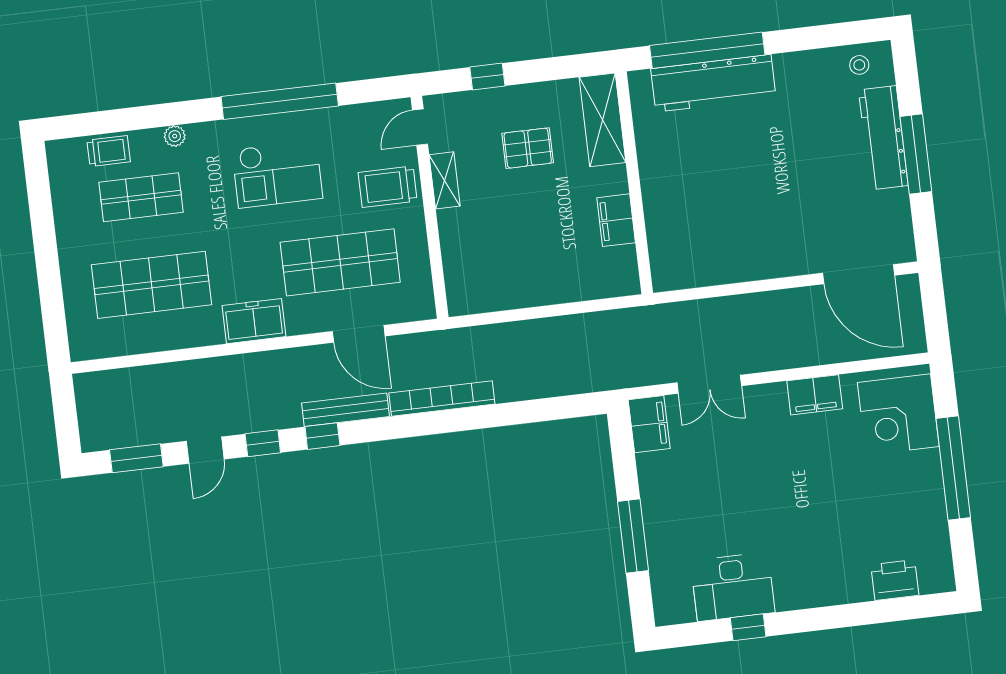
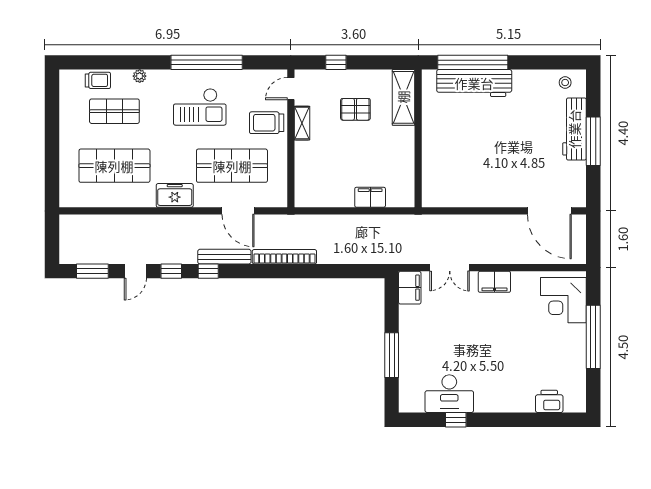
filing cabinet: (616, 220) -> (370, 197), moved, turned 90
filing cabinet: (815, 395) -> (494, 282), moved

